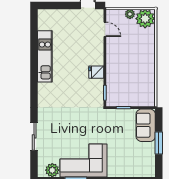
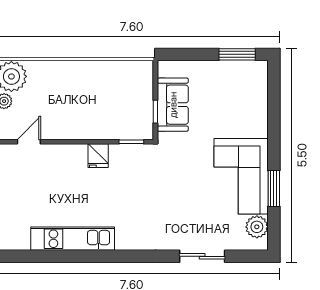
sofa: (146, 125) -> (173, 105), moved, turned -90
window: (159, 143) -> (237, 54), moved

